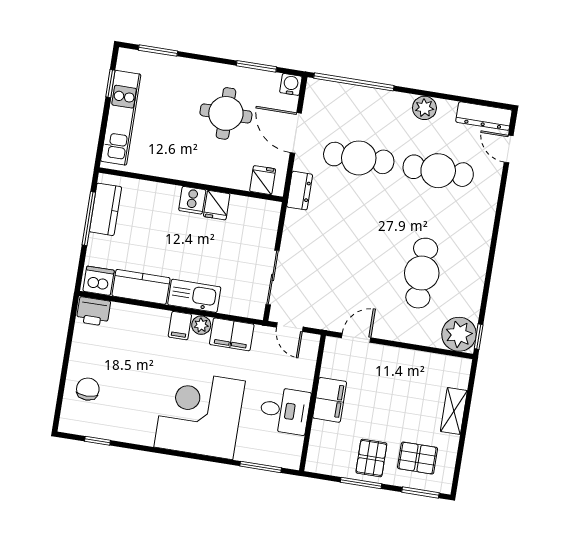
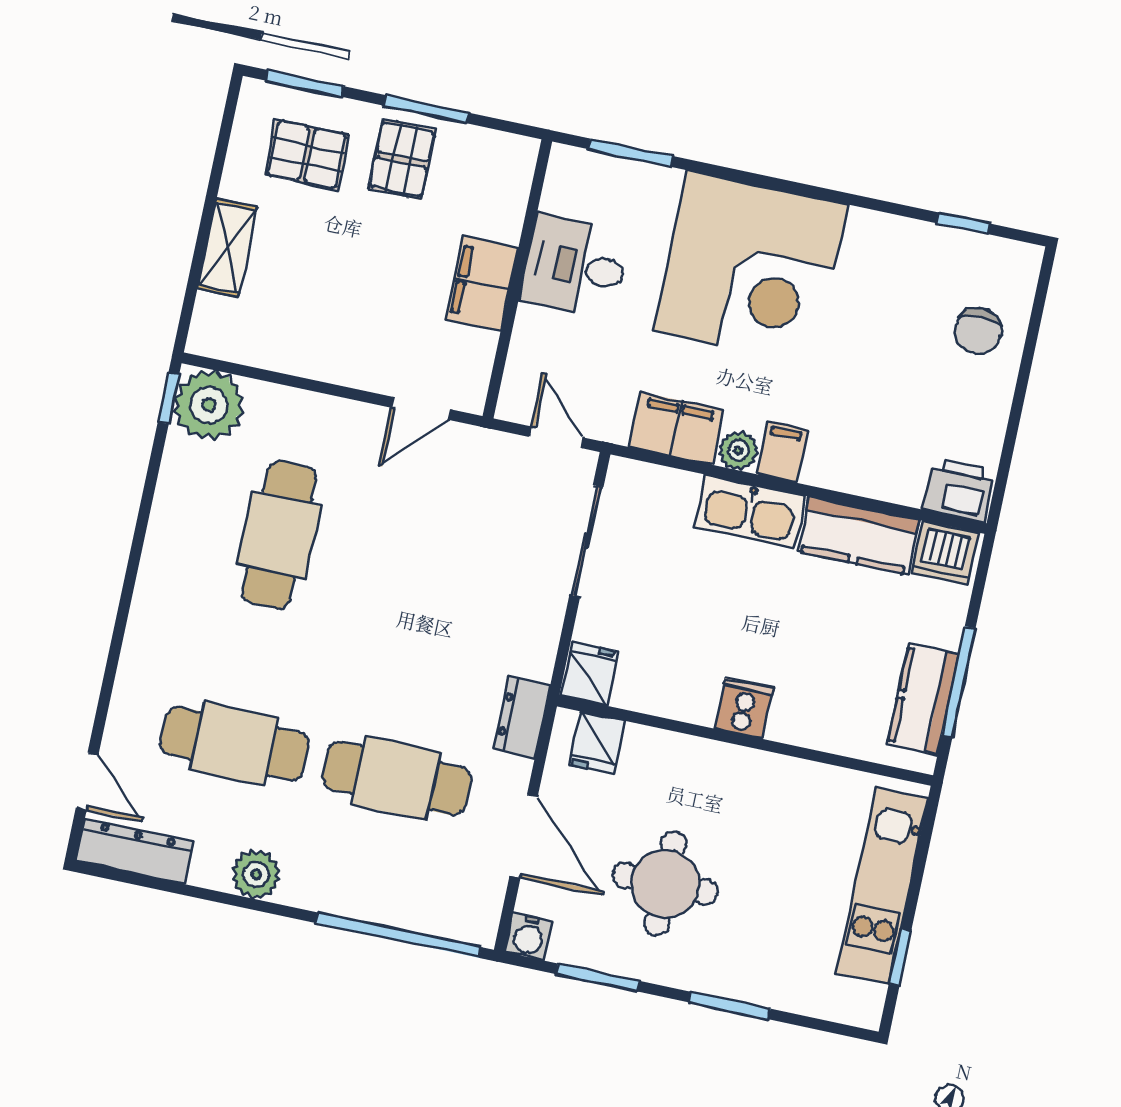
window: (158, 51) -> (730, 1006), moved
fridge: (217, 205) -> (590, 674), moved

